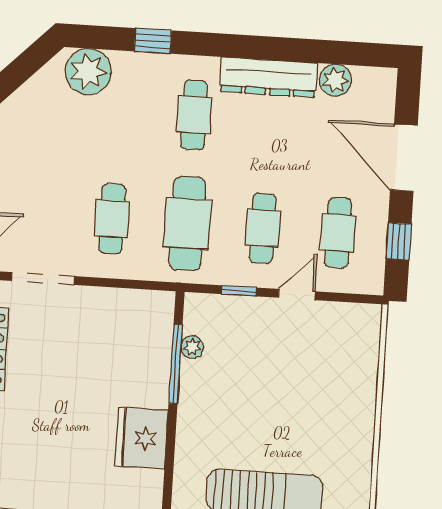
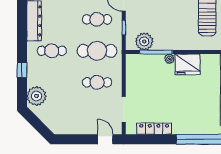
plant: (192, 347) -> (144, 41), width x1.87, depth x1.87
plant: (158, 396) -> (169, 59), added

